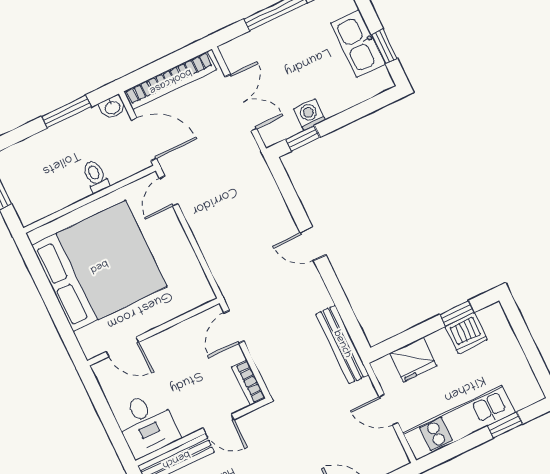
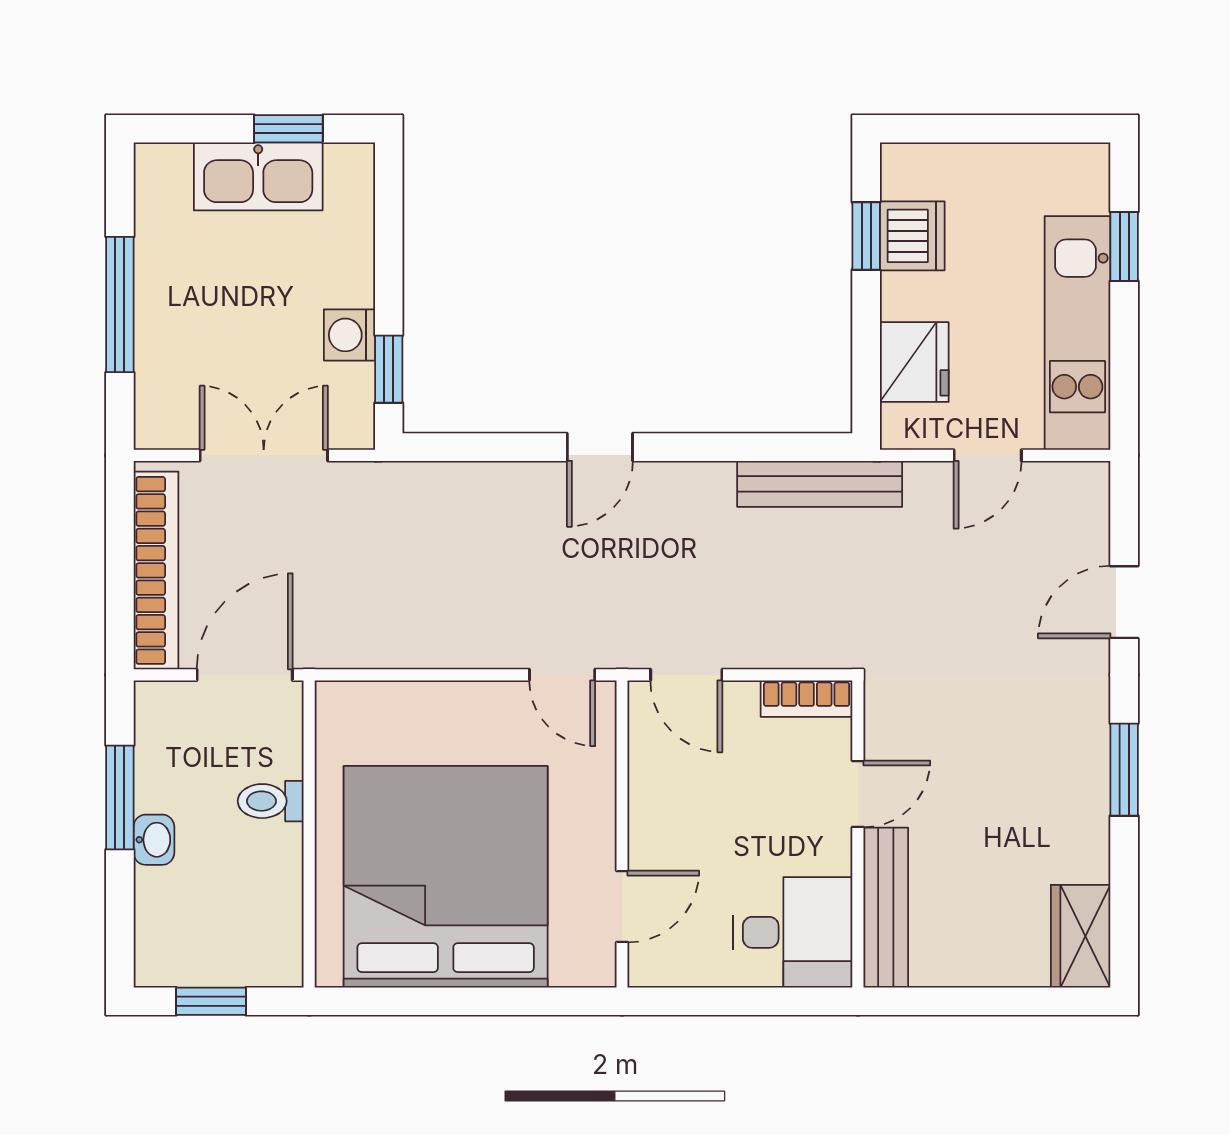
washbasin: (112, 107) -> (154, 840), moved
door: (169, 191) -> (562, 675), moved

